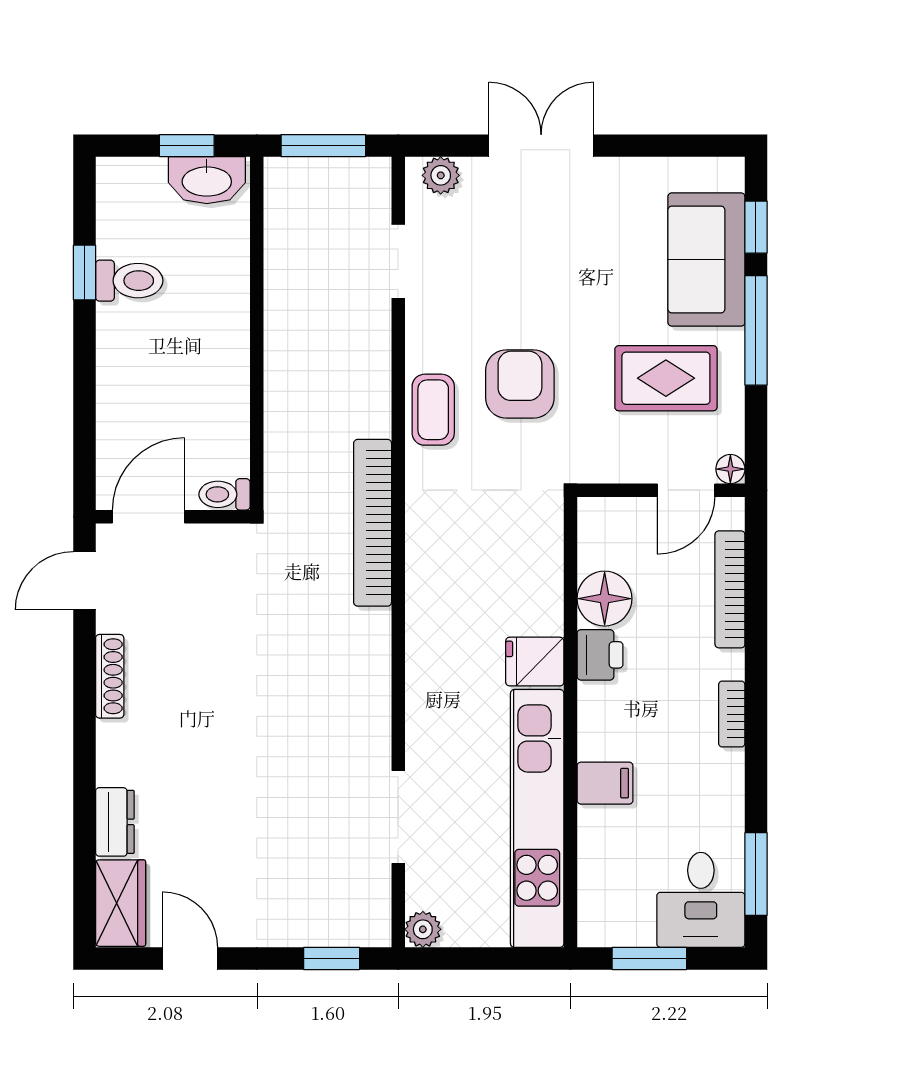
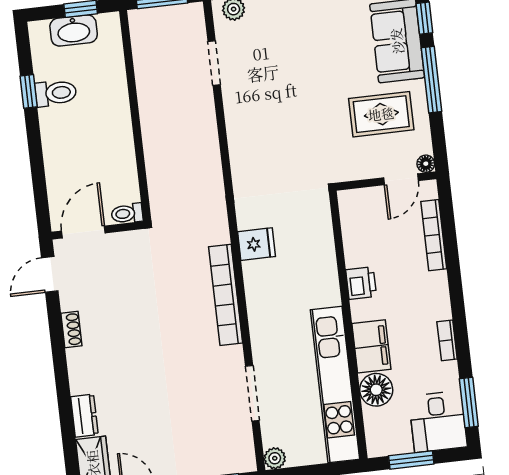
washbasin: (207, 180) -> (74, 31), moved
armchair: (520, 384) -> (295, 128), removed
coffee table: (433, 410) -> (245, 149), removed
bookcase: (373, 523) -> (226, 295), moved
floor lamp: (605, 599) -> (376, 390), moved
fridge: (535, 662) -> (257, 244), moved, turned 180
shoe rack: (110, 676) -> (71, 329), width x0.70
bookcase: (732, 714) -> (447, 340), moved
filing cabinet: (605, 783) -> (371, 346), width x2.00

